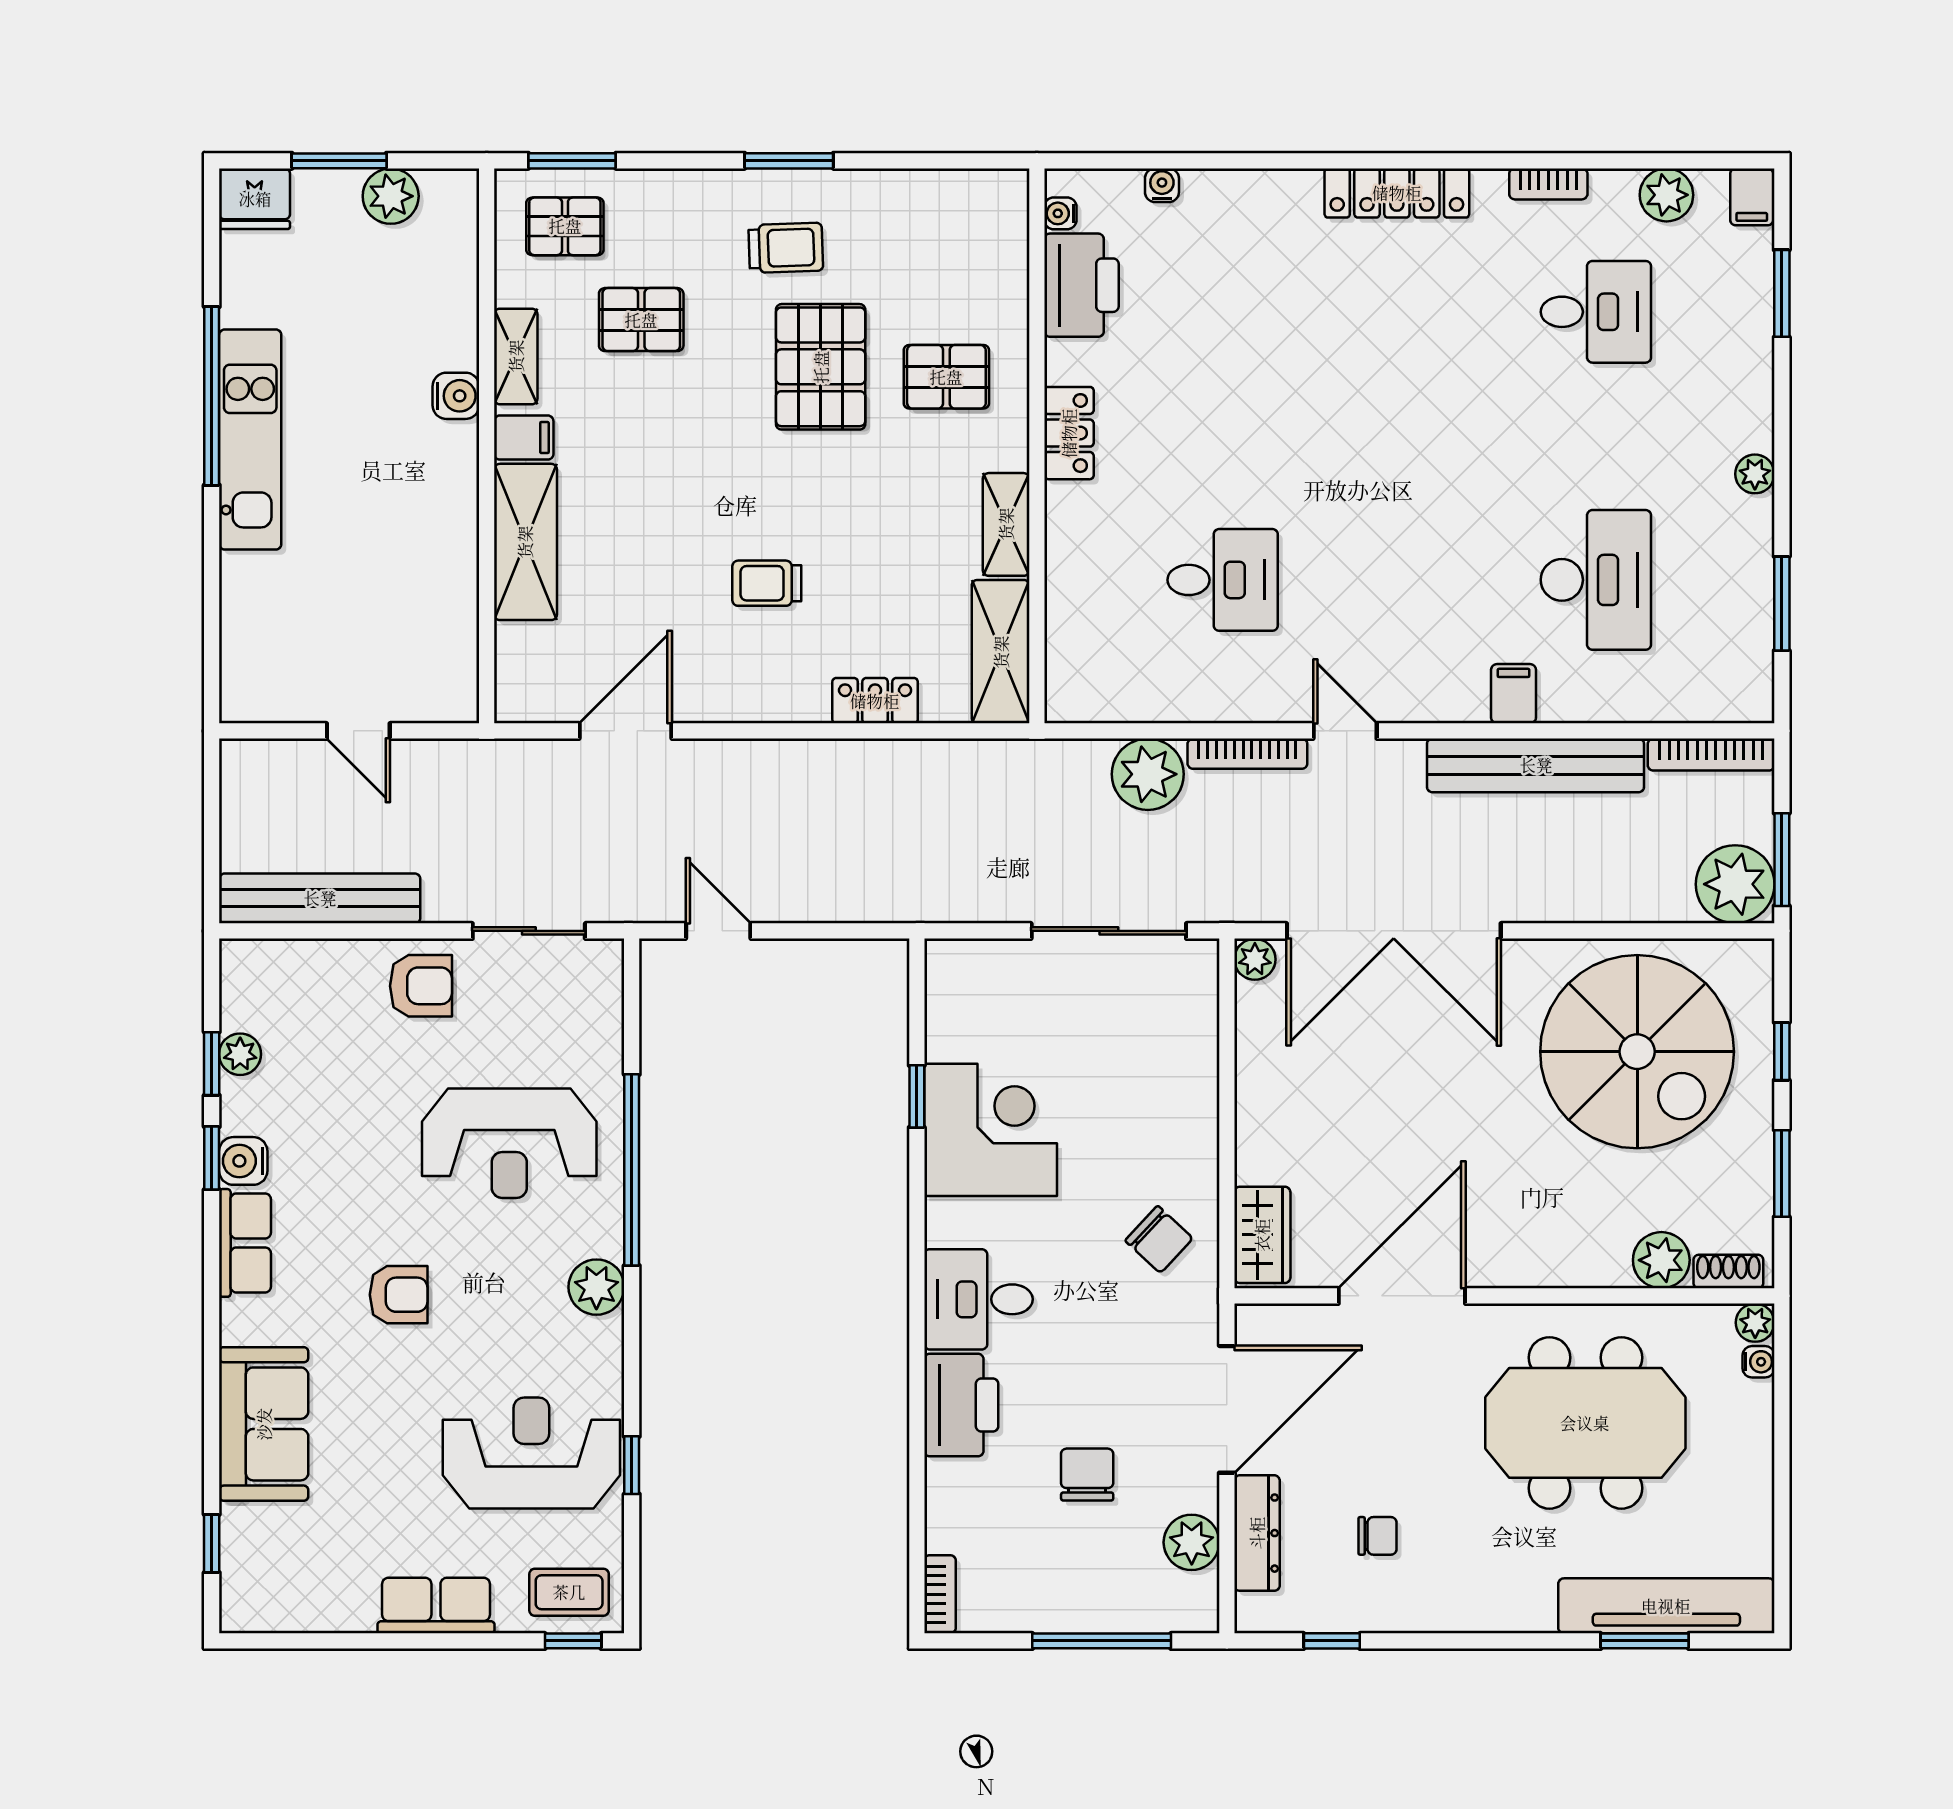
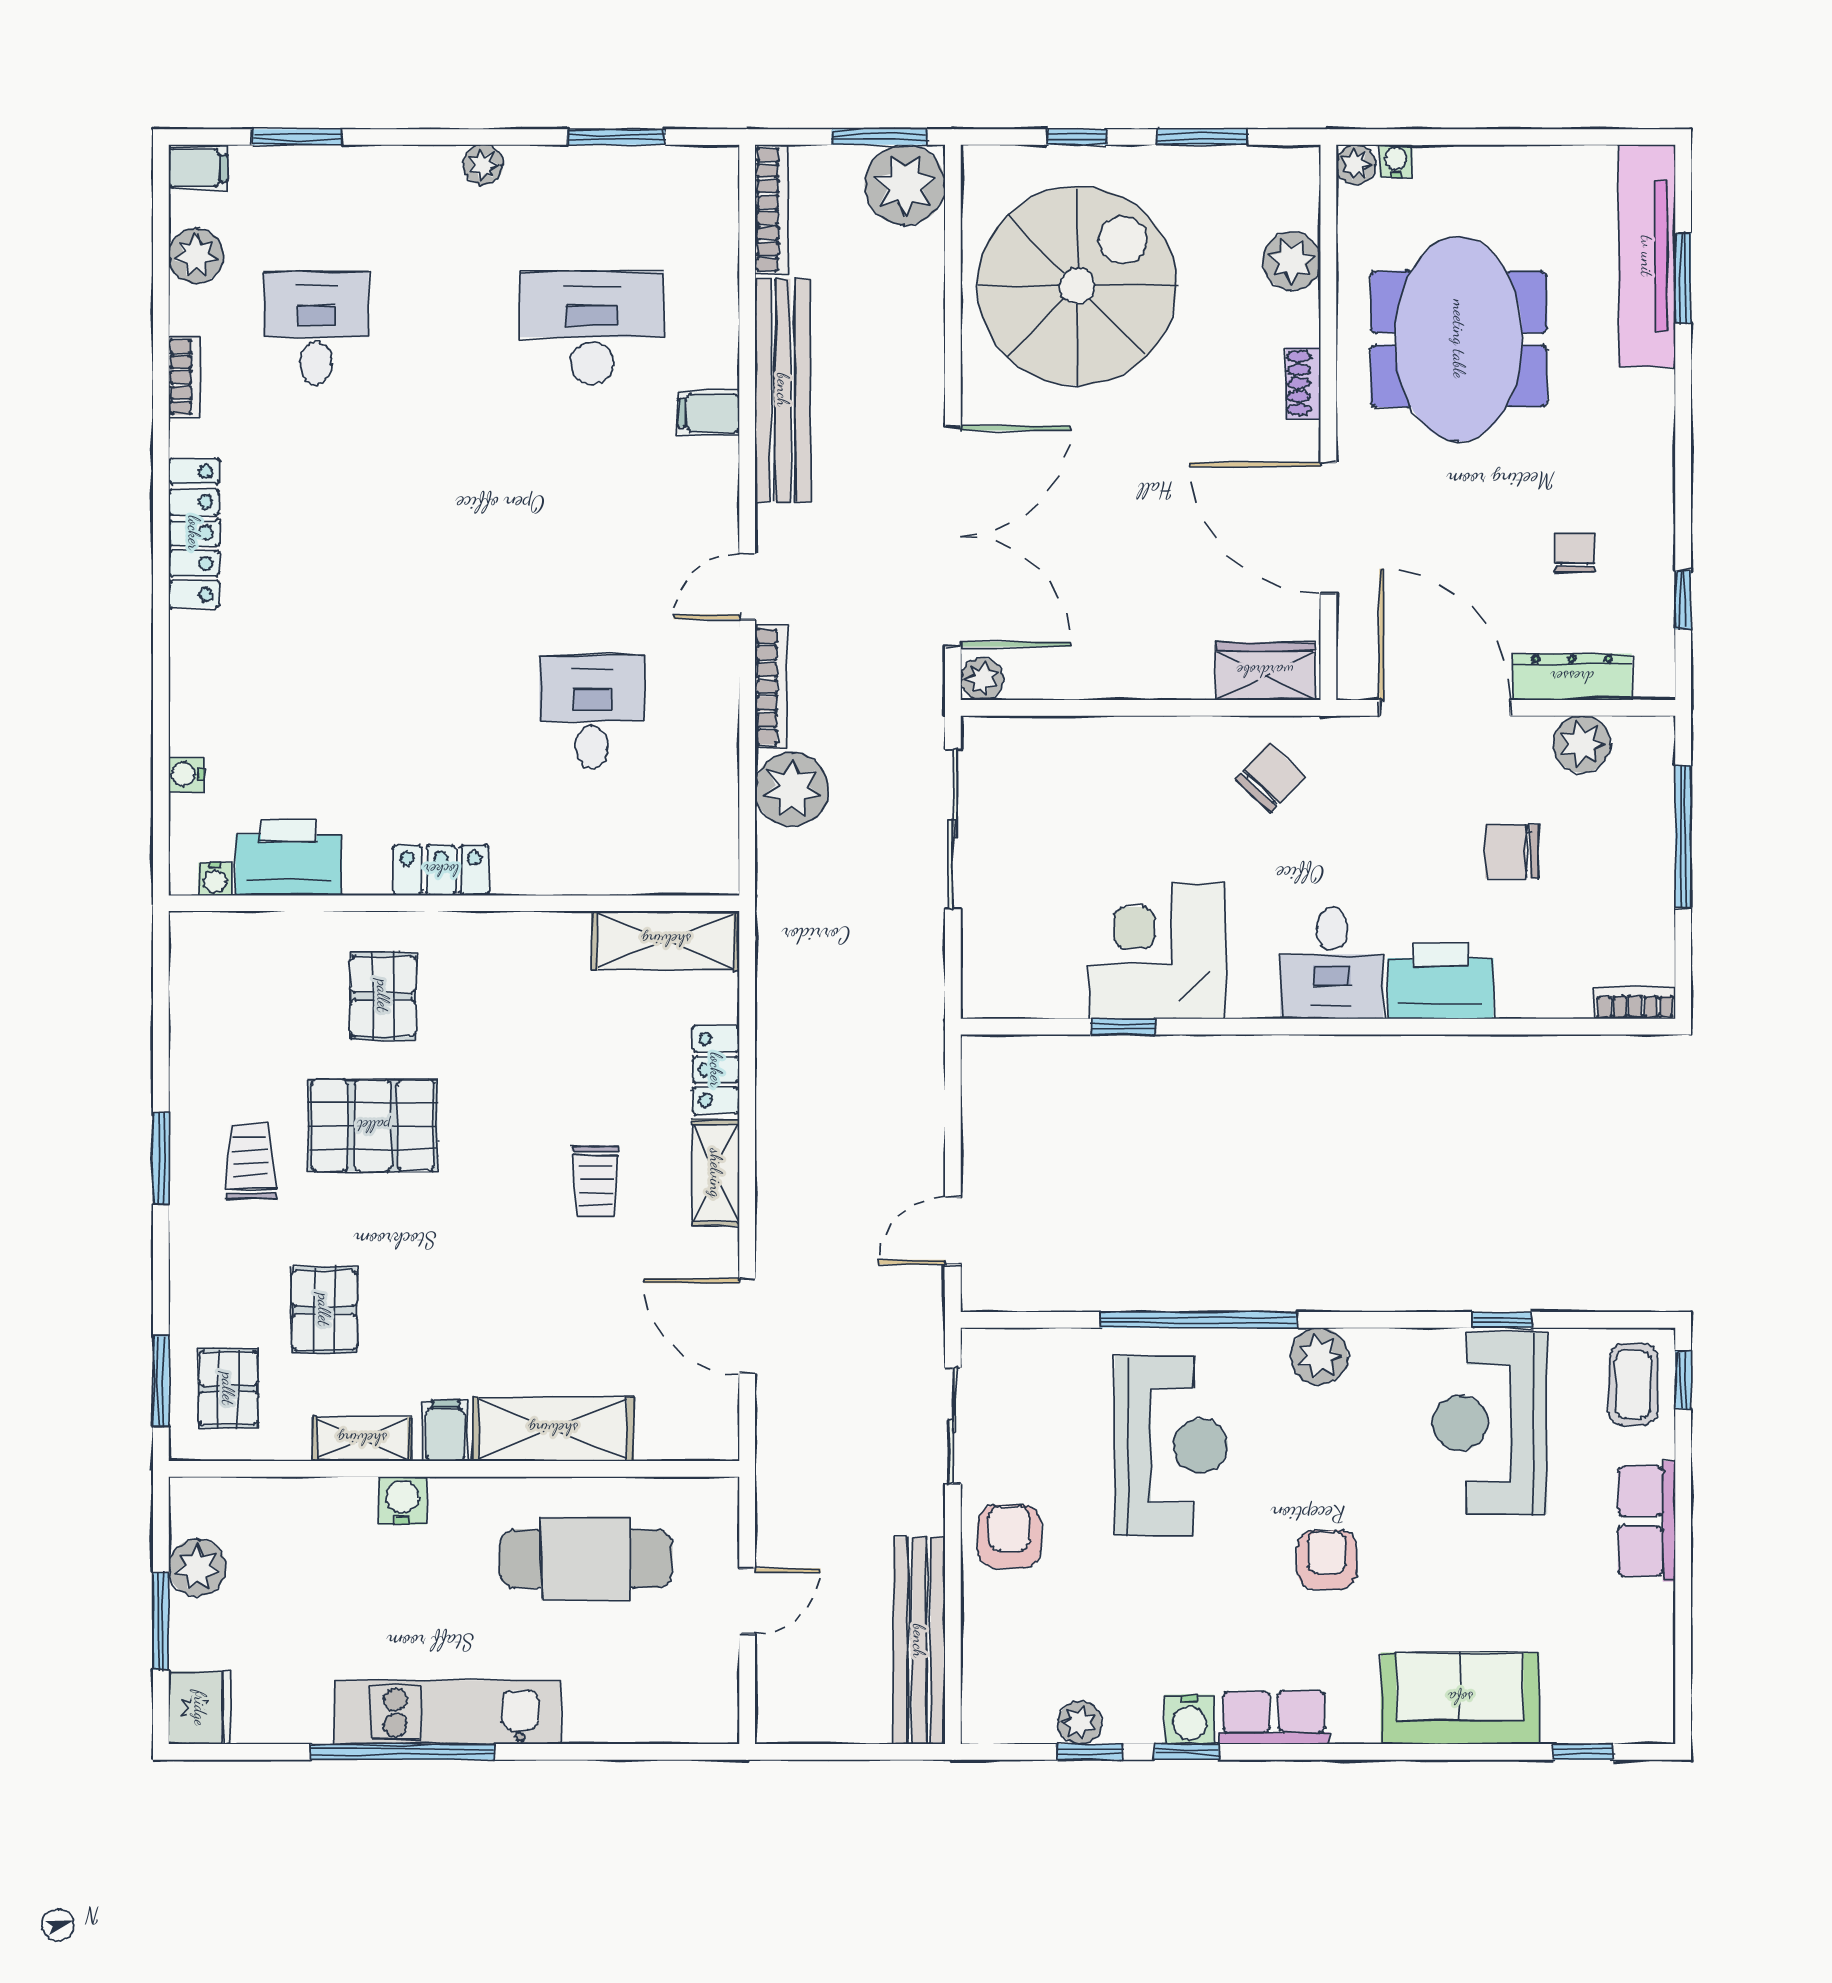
shelving: (1006, 524) -> (716, 1173), moved, turned 90
cafe table: (399, 574) -> (586, 1559), added
shoe rack: (1728, 1272) -> (1303, 383), moved

